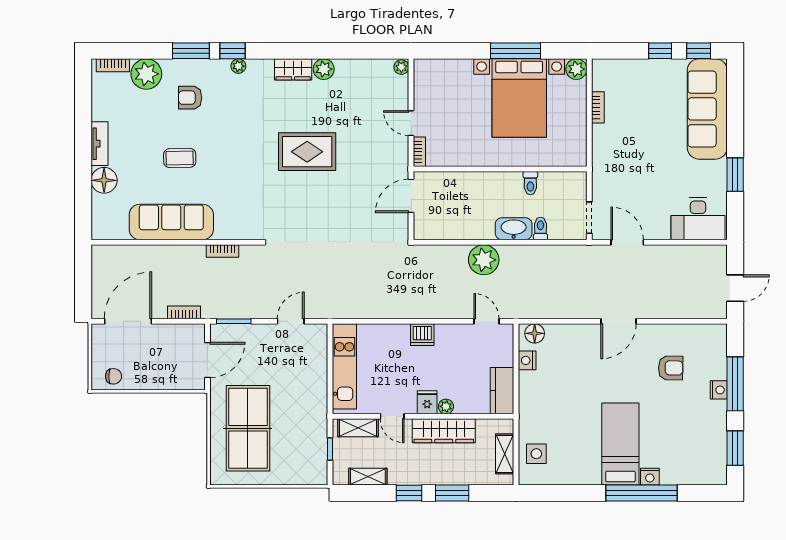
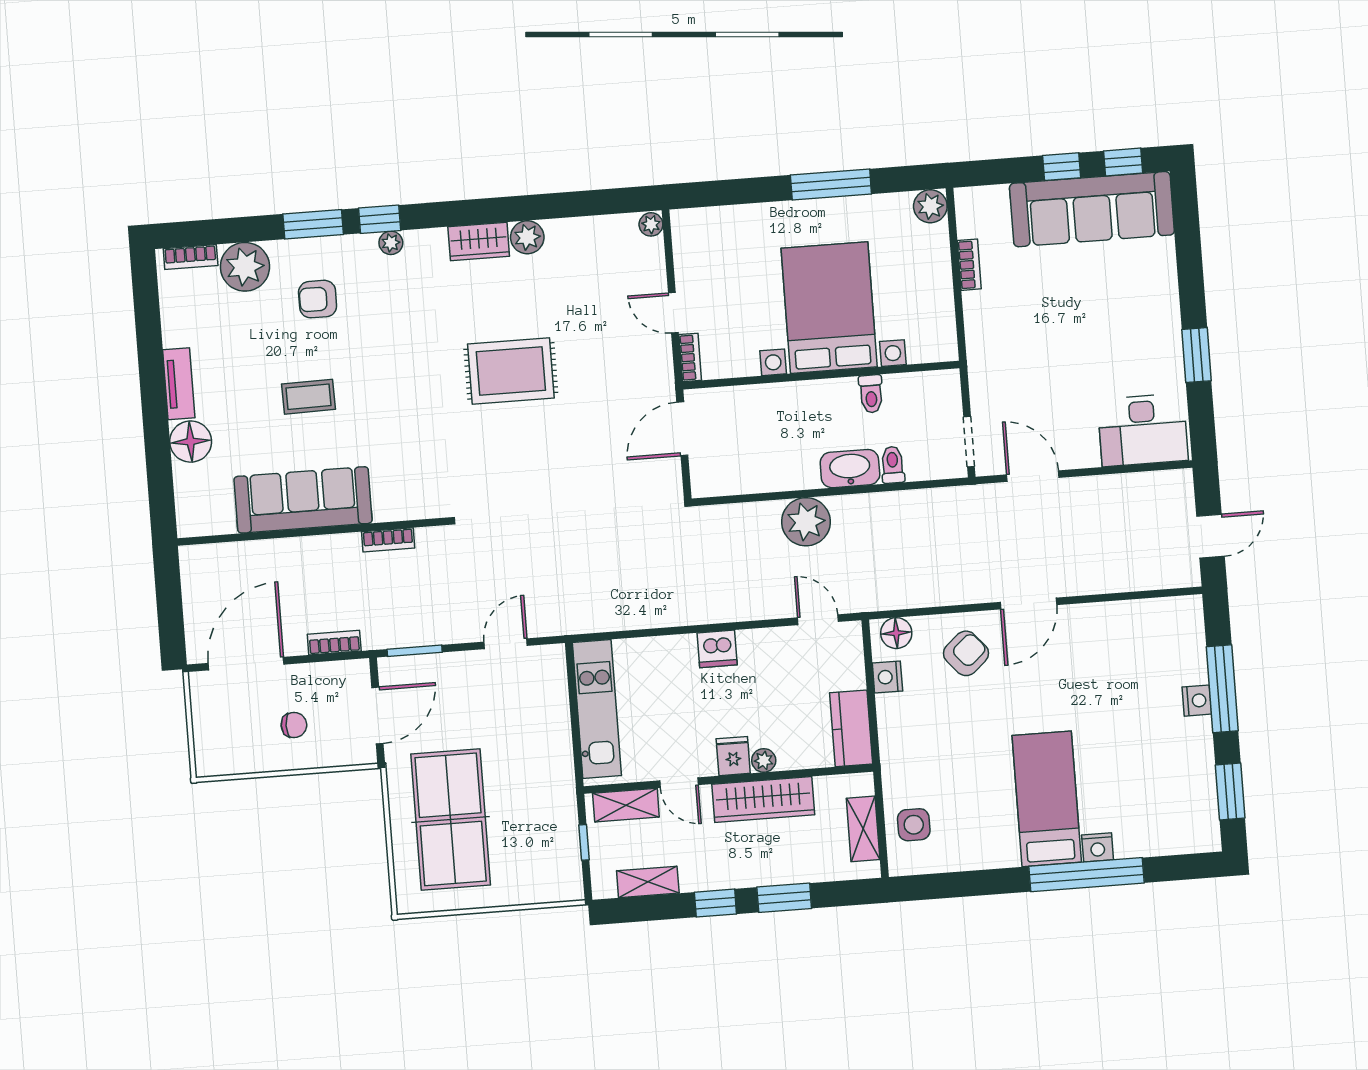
bed with nightstands: (519, 98) -> (829, 308), moved, turned 180
sofa: (707, 109) -> (1092, 209), moved, turned -90
armchair: (671, 368) -> (966, 653), moved, turned -42
chair: (114, 376) -> (294, 725), moved

